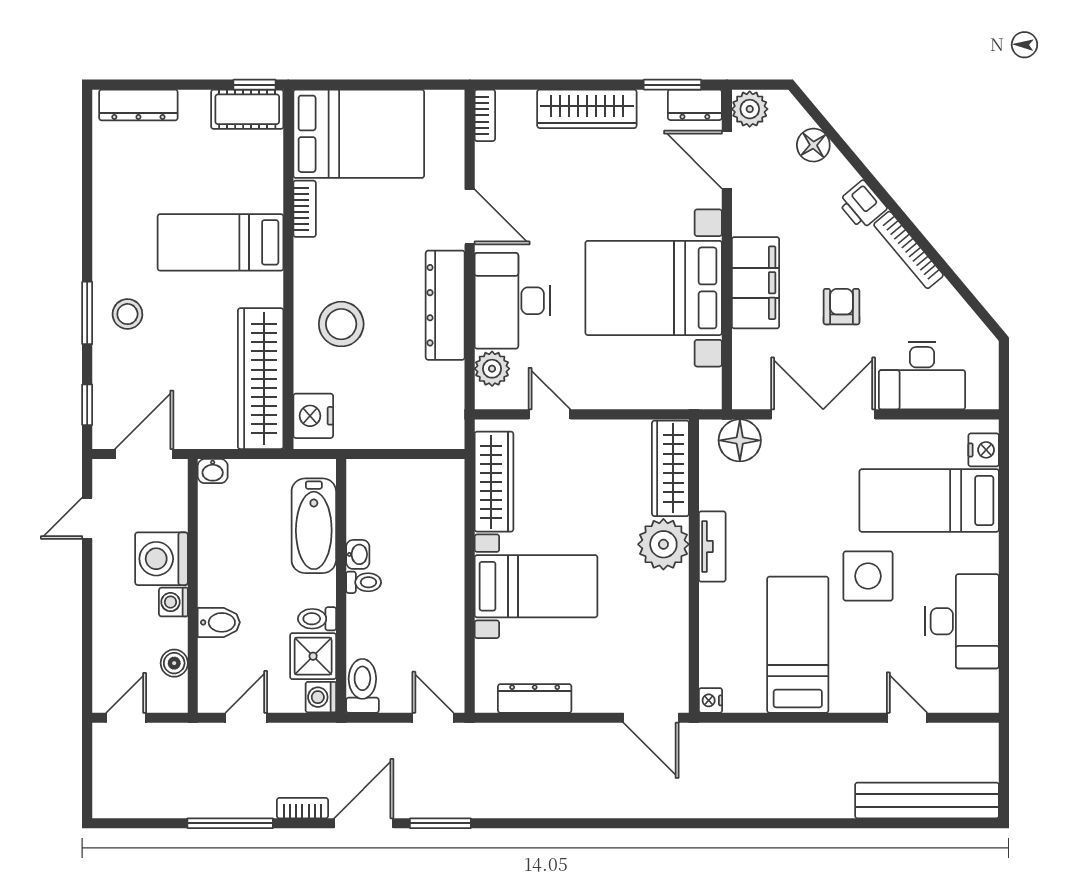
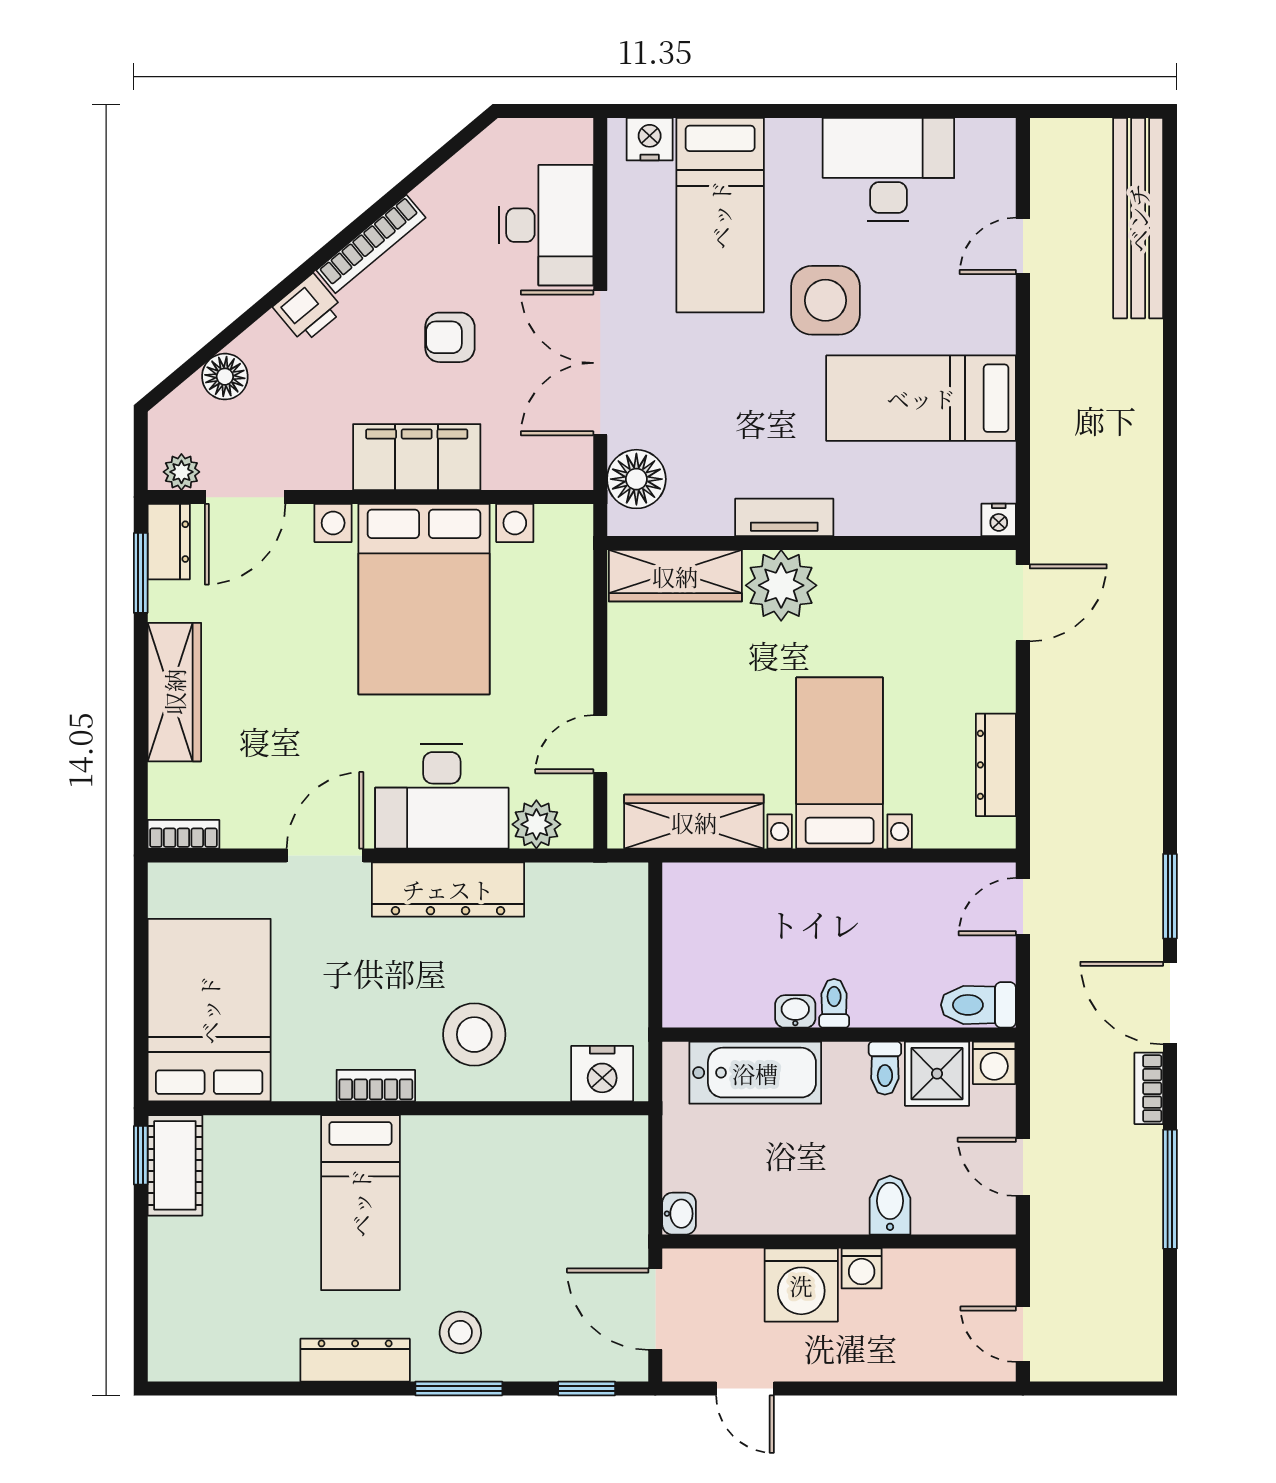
dresser: (138, 105) -> (355, 1360), moved, turned -90
plant: (750, 109) -> (181, 472), width x0.73, depth x0.73
bookcase: (305, 209) -> (376, 1086), moved
wardrobe: (261, 379) -> (550, 1147), removed
boiler: (174, 663) -> (947, 1267), removed

